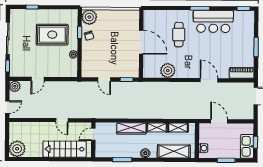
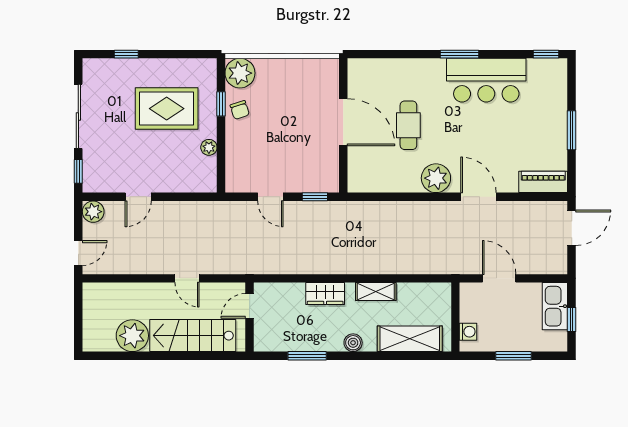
cafe table: (179, 35) -> (408, 125), moved
plant: (168, 71) -> (436, 178), moved
wardrobe: (131, 128) -> (325, 294), width x0.67
shelving: (178, 128) -> (418, 291), removed
kitchen sink: (247, 146) -> (555, 306), moved
plant: (17, 149) -> (132, 336), moved

